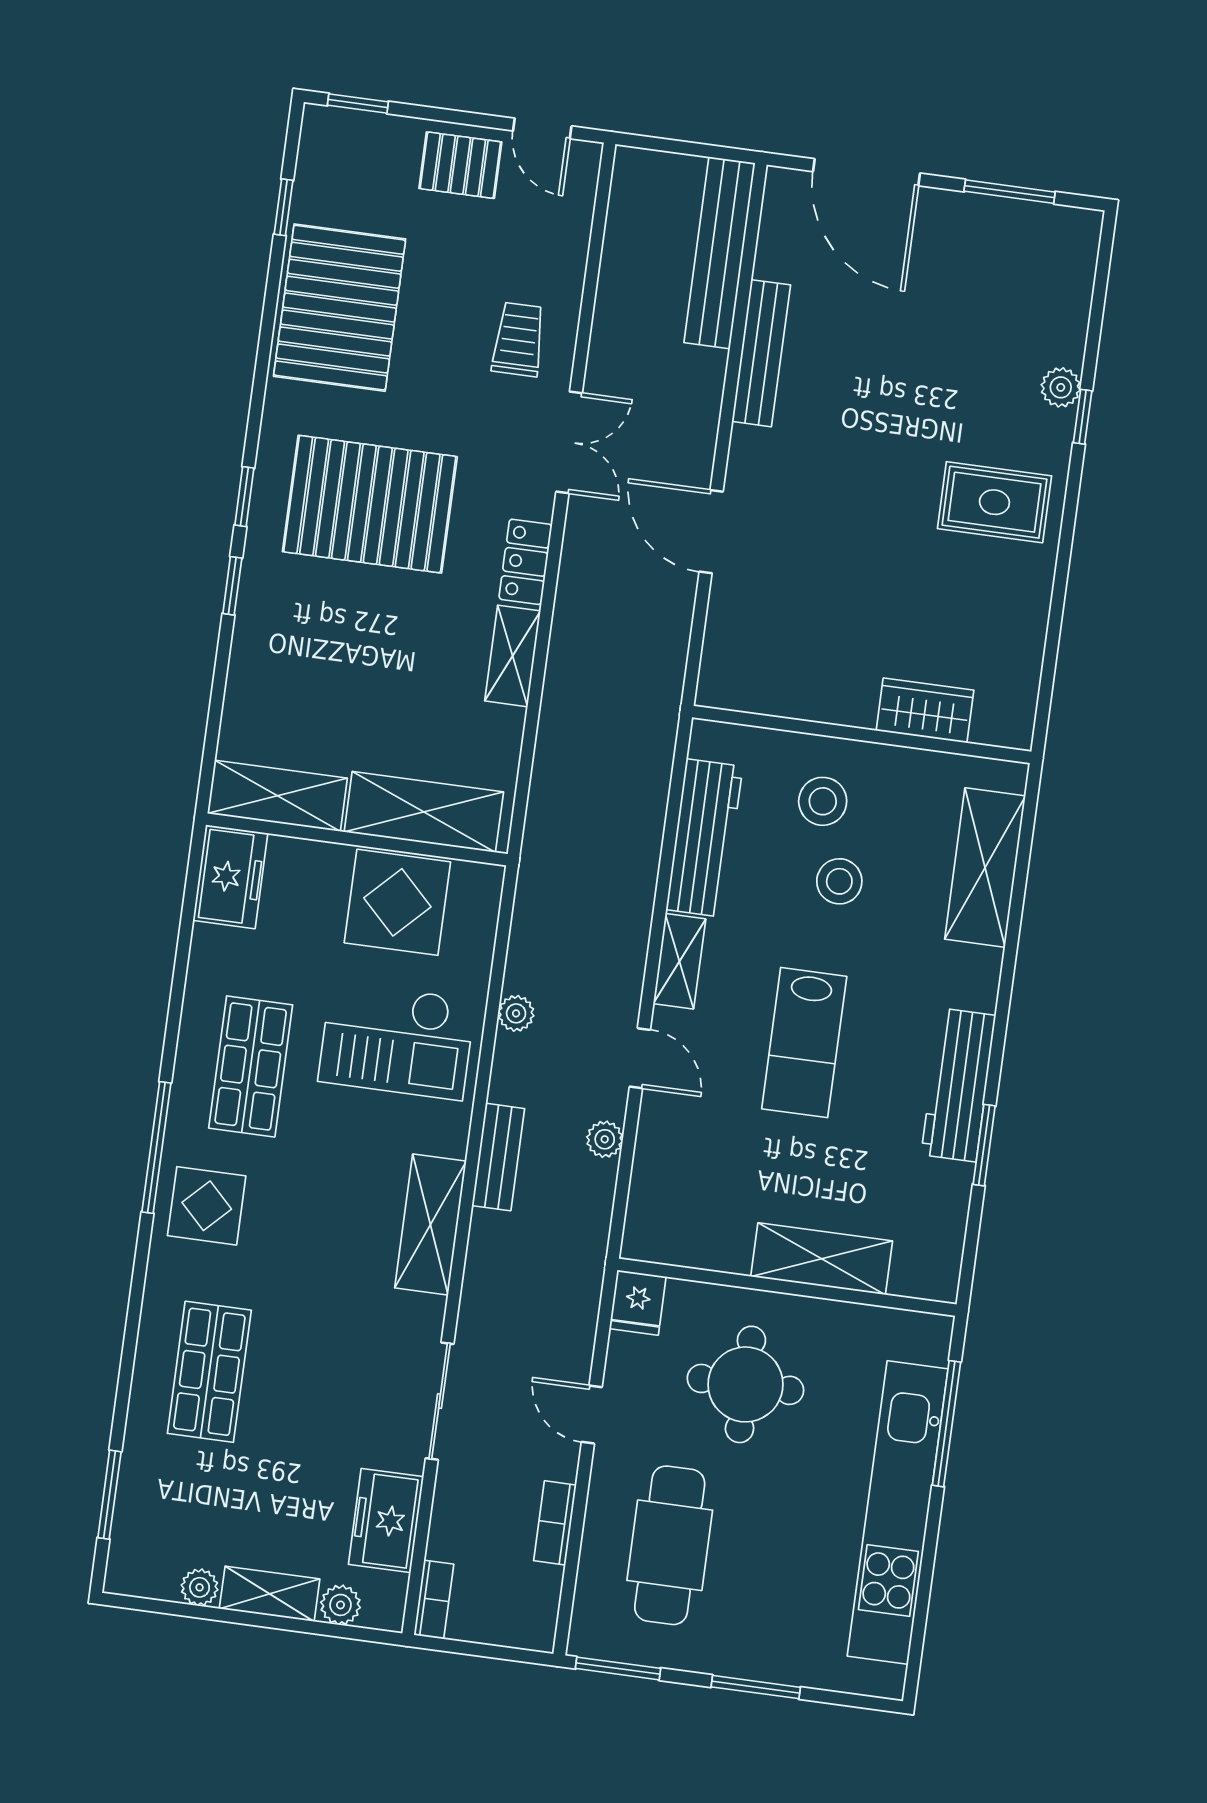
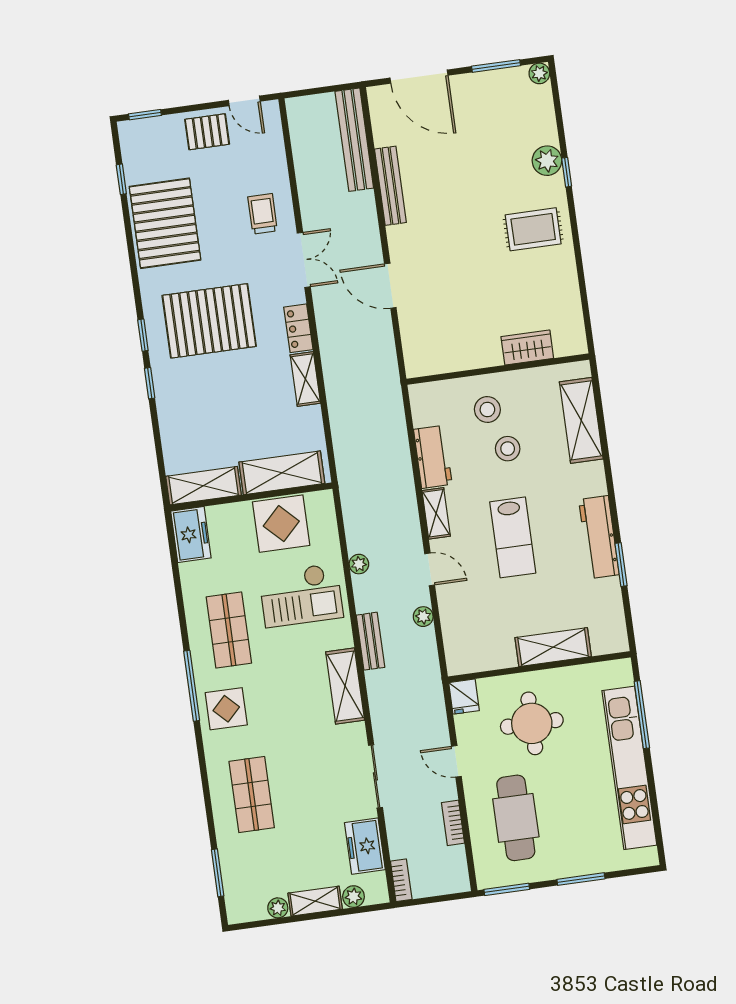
plant: (1083, 227) -> (539, 73), added
plant: (1061, 387) -> (547, 161), width x1.38, depth x1.38
workbench: (704, 838) -> (433, 457), width x0.73

